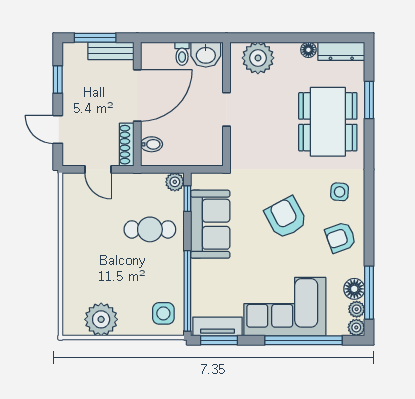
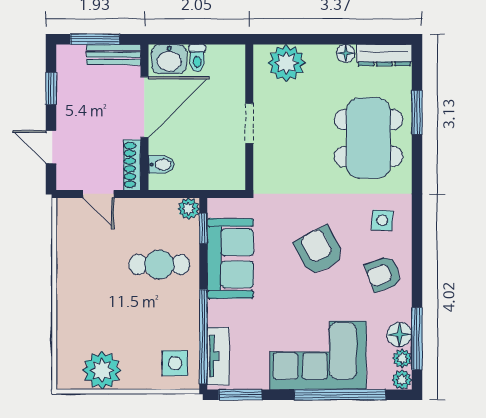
washbasin: (206, 55) -> (169, 59), moved
tv unit: (218, 326) -> (218, 356), moved, turned 90

